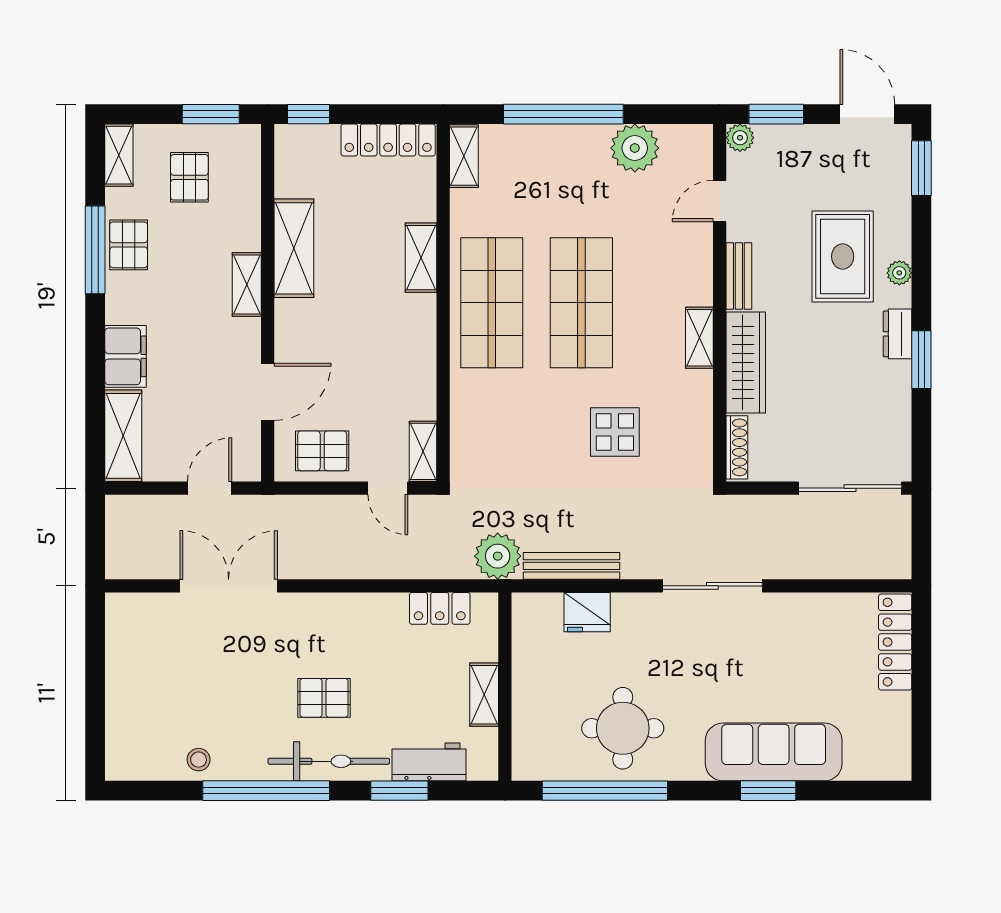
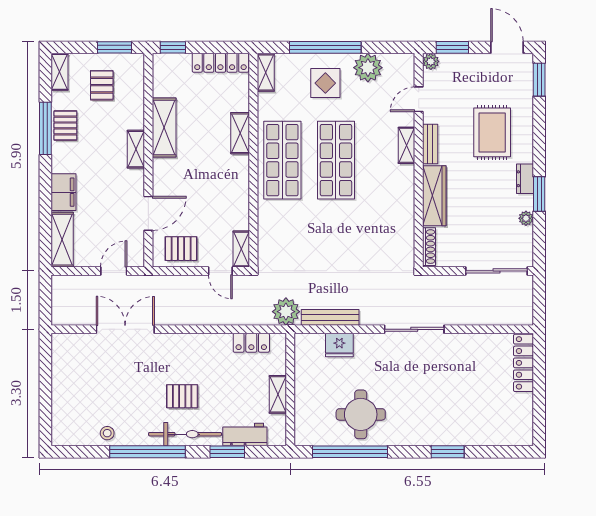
plant: (899, 273) -> (526, 218), moved
shelving: (699, 338) -> (406, 145), moved
display table: (615, 432) -> (325, 83), moved
sofa: (774, 752) -> (451, 429), removed

